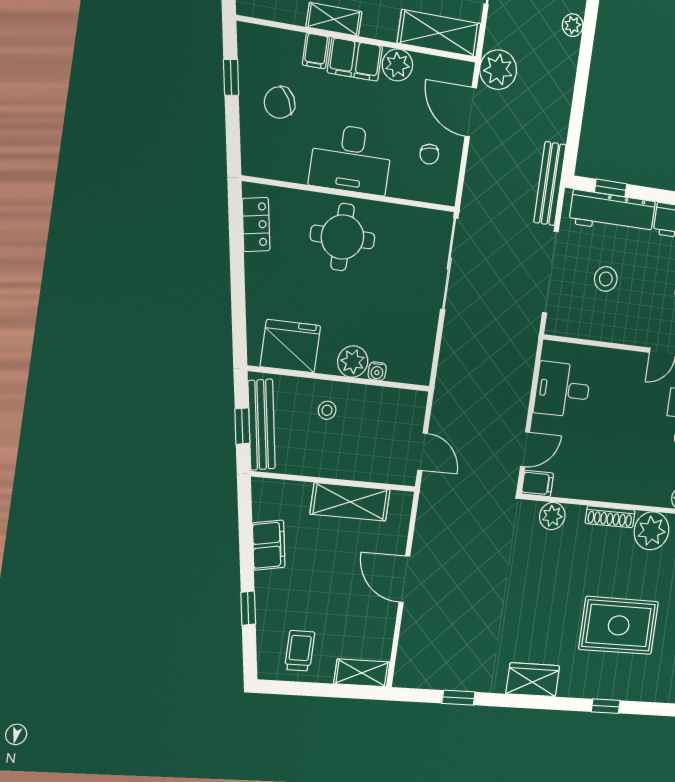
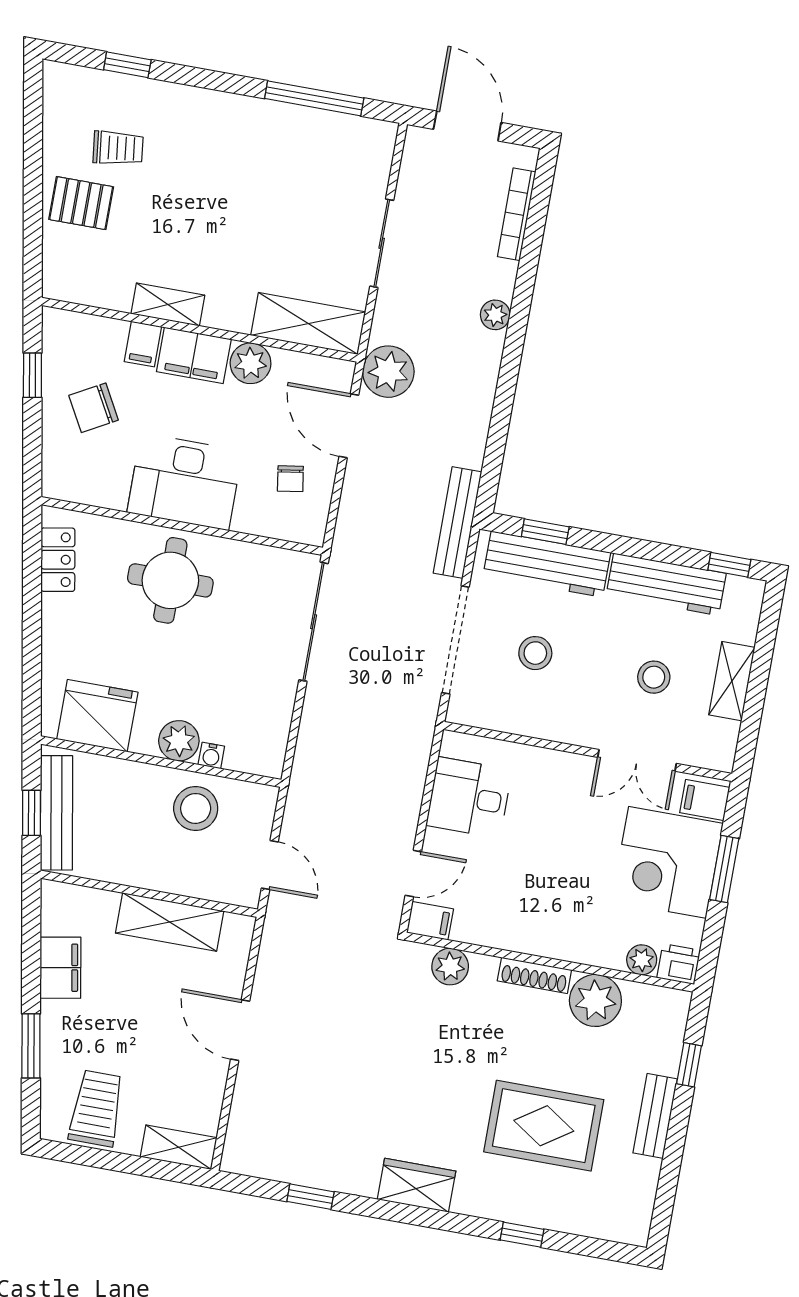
stool: (327, 410) -> (196, 808), moved, width x1.89, depth x1.89
window: (248, 608) -> (31, 1046), width x1.50
trolley: (300, 651) -> (96, 1108), width x1.36, depth x1.39

